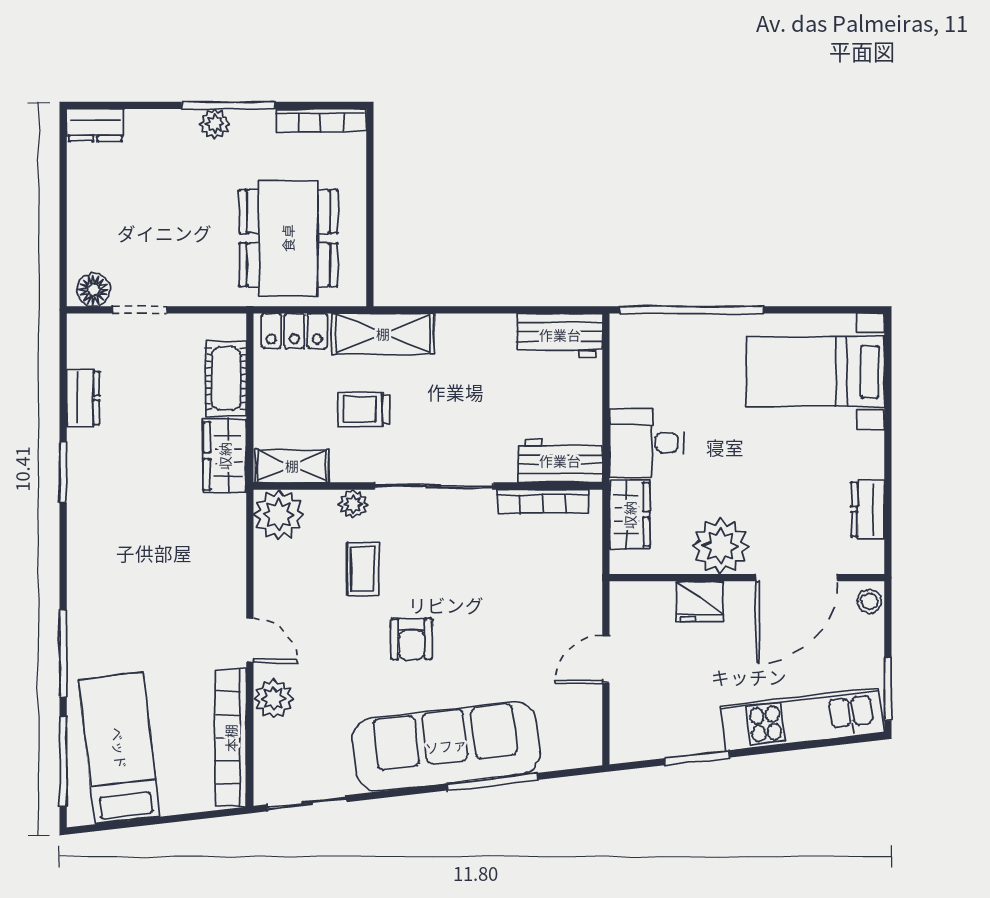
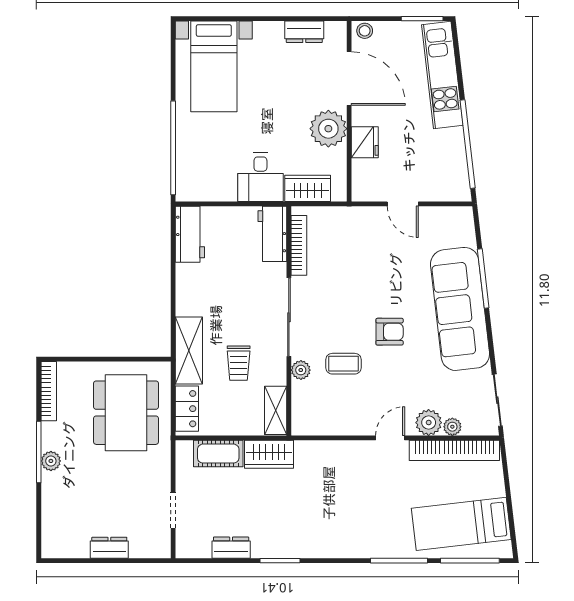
dresser: (95, 125) -> (109, 548), moved, turned -90
dining table: (288, 238) -> (126, 413), turned 90
floor lamp: (94, 290) -> (160, 541), removed
plant: (279, 515) -> (452, 427), moved, width x0.53, depth x0.53
window: (697, 758) -> (468, 144), width x2.11

